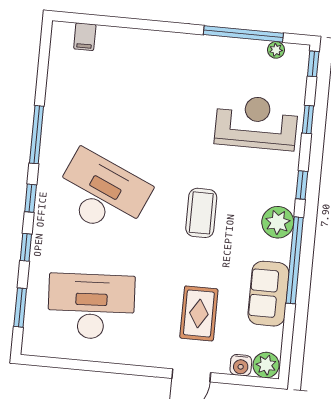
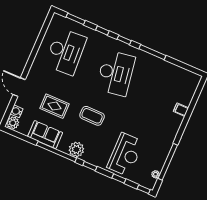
filing cabinet: (85, 37) -> (181, 110), moved
desk: (102, 194) -> (116, 73), turned -33
rug: (199, 313) -> (54, 106), moved

